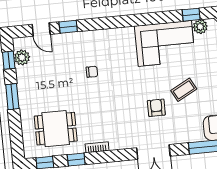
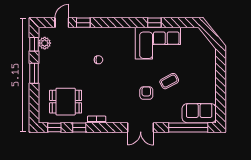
window: (191, 15) -> (154, 23), moved
plant: (200, 27) -> (187, 33), removed
door: (41, 29) -> (62, 23), swing flipped

